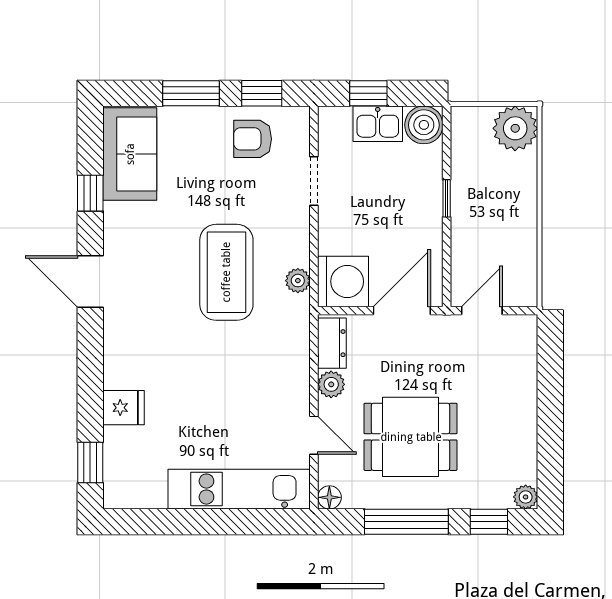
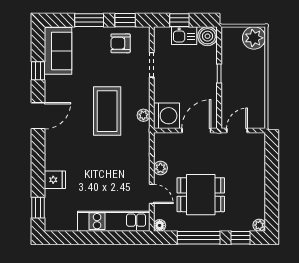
door: (90, 281) -> (38, 116), swing flipped
dresser: (332, 343) -> (161, 147), removed

